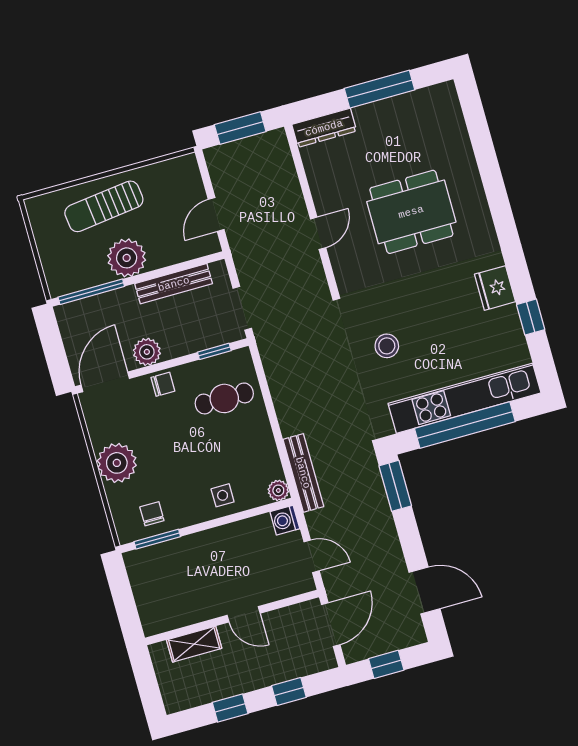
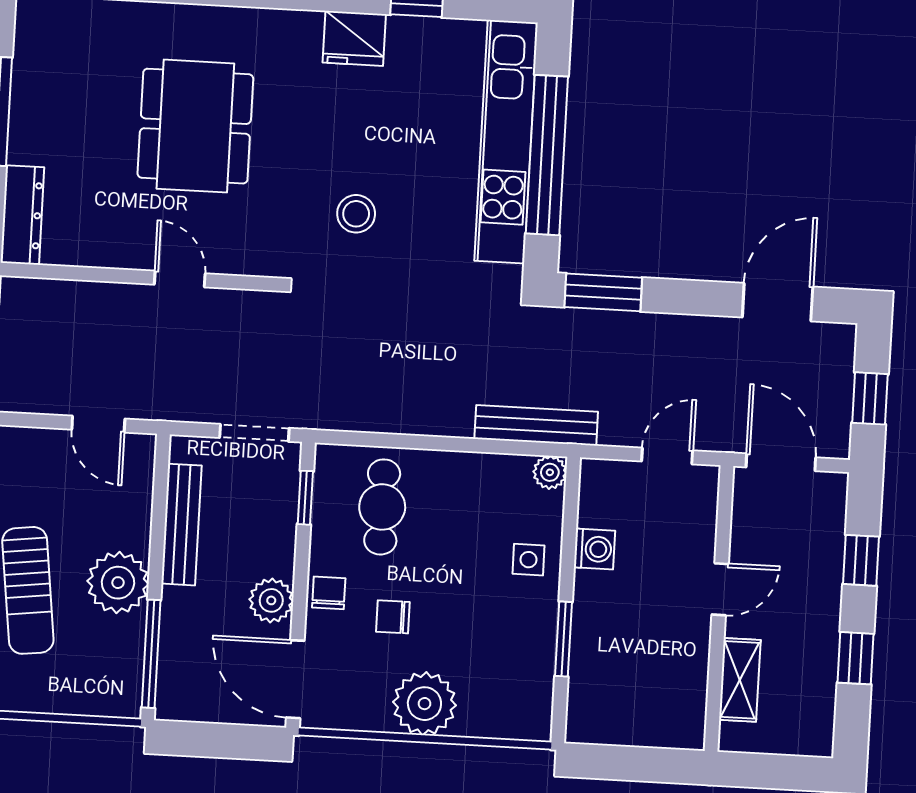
stool: (387, 346) -> (356, 214), moved
chair: (152, 514) -> (393, 617), moved
washing machine: (285, 520) -> (594, 549), moved, turned -90
window: (157, 539) -> (564, 639), moved

